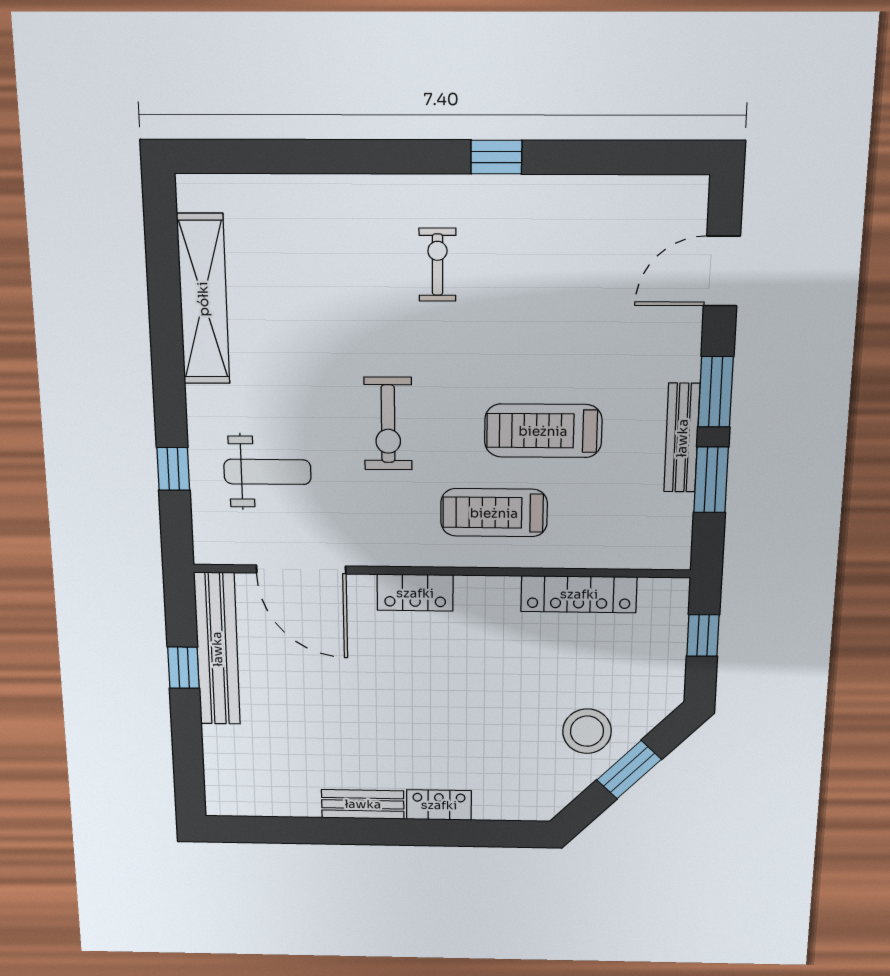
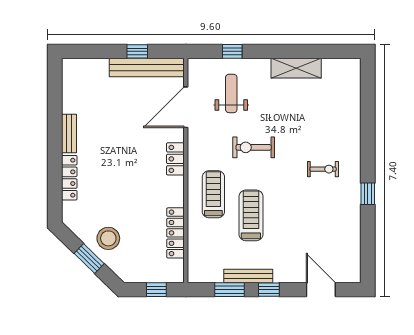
shelving: (203, 299) -> (296, 68), width x0.68
window: (716, 392) -> (269, 290), width x0.67
weight bench: (267, 472) -> (231, 93), turned 180
locker: (439, 805) -> (69, 178), width x1.53

